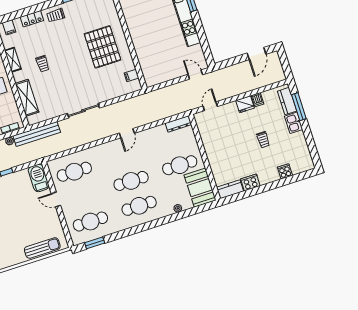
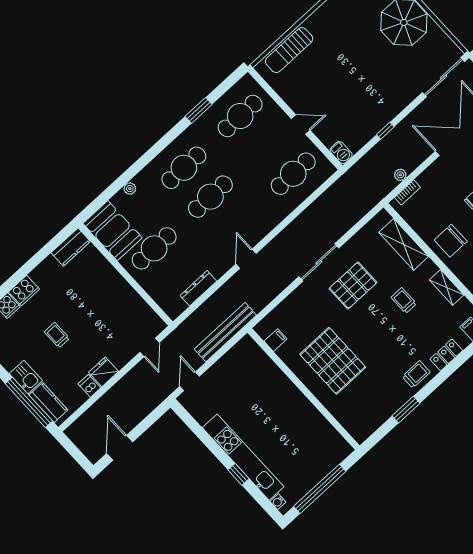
door: (195, 74) -> (190, 381), swing flipped
pallet: (69, 87) -> (353, 285), added
window: (299, 107) -> (29, 402), width x1.46
dresser: (178, 124) -> (198, 288), moved
bench: (37, 134) -> (225, 332), moved
barbecue: (39, 178) -> (341, 153), width x0.53, depth x0.65
cooker: (250, 182) -> (24, 290), moved
window: (95, 243) -> (199, 110), moved

